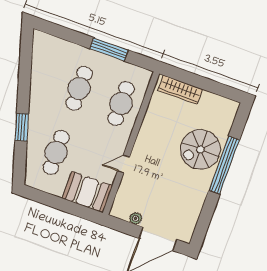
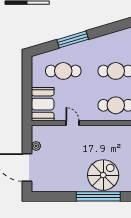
window: (22, 127) -> (73, 39), width x1.44
spiral stairs: (200, 149) -> (103, 175), turned 90

